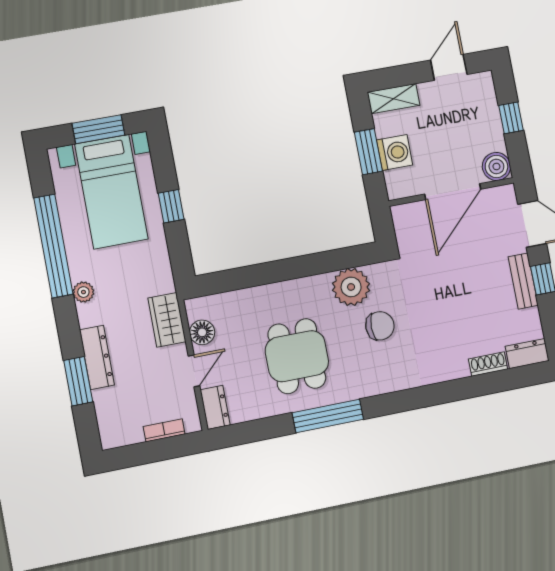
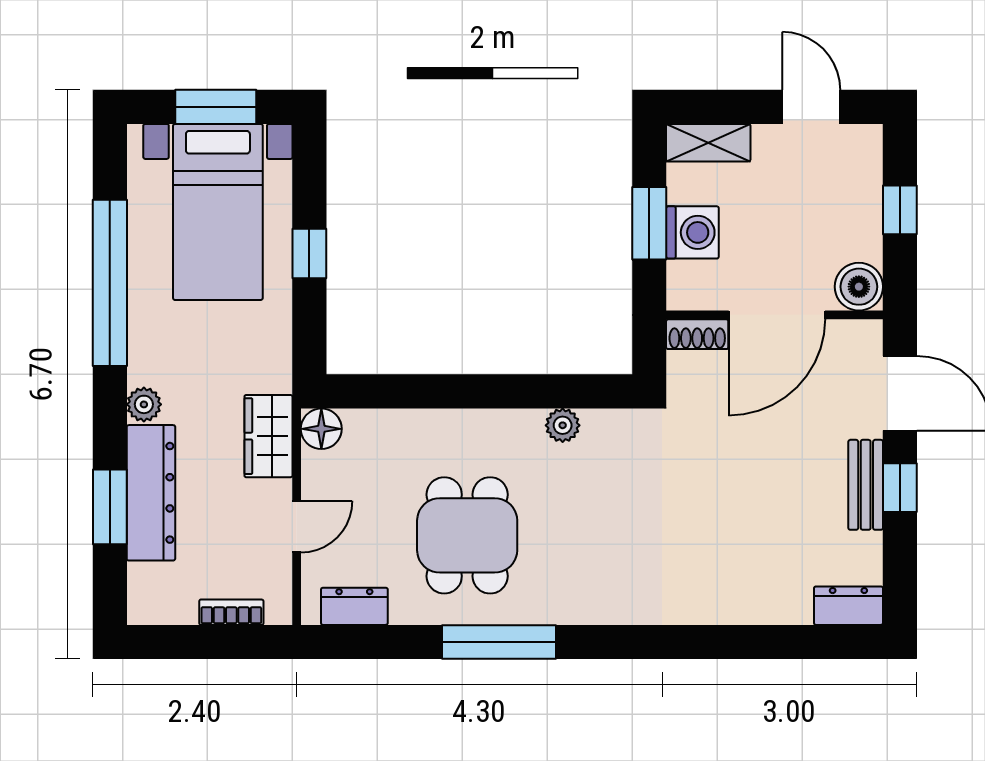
door: (449, 67) -> (811, 107), hinge flipped
plant: (351, 287) -> (563, 425), width x0.53, depth x0.53
plant: (83, 292) -> (144, 404), moved
chair: (380, 326) -> (613, 513), removed
floor lamp: (202, 332) -> (321, 429), moved
dresser: (97, 357) -> (151, 493), width x1.37, depth x1.24
shoe rack: (488, 364) -> (697, 334), moved, turned 180
dresser: (215, 407) -> (354, 606), moved, turned -90

